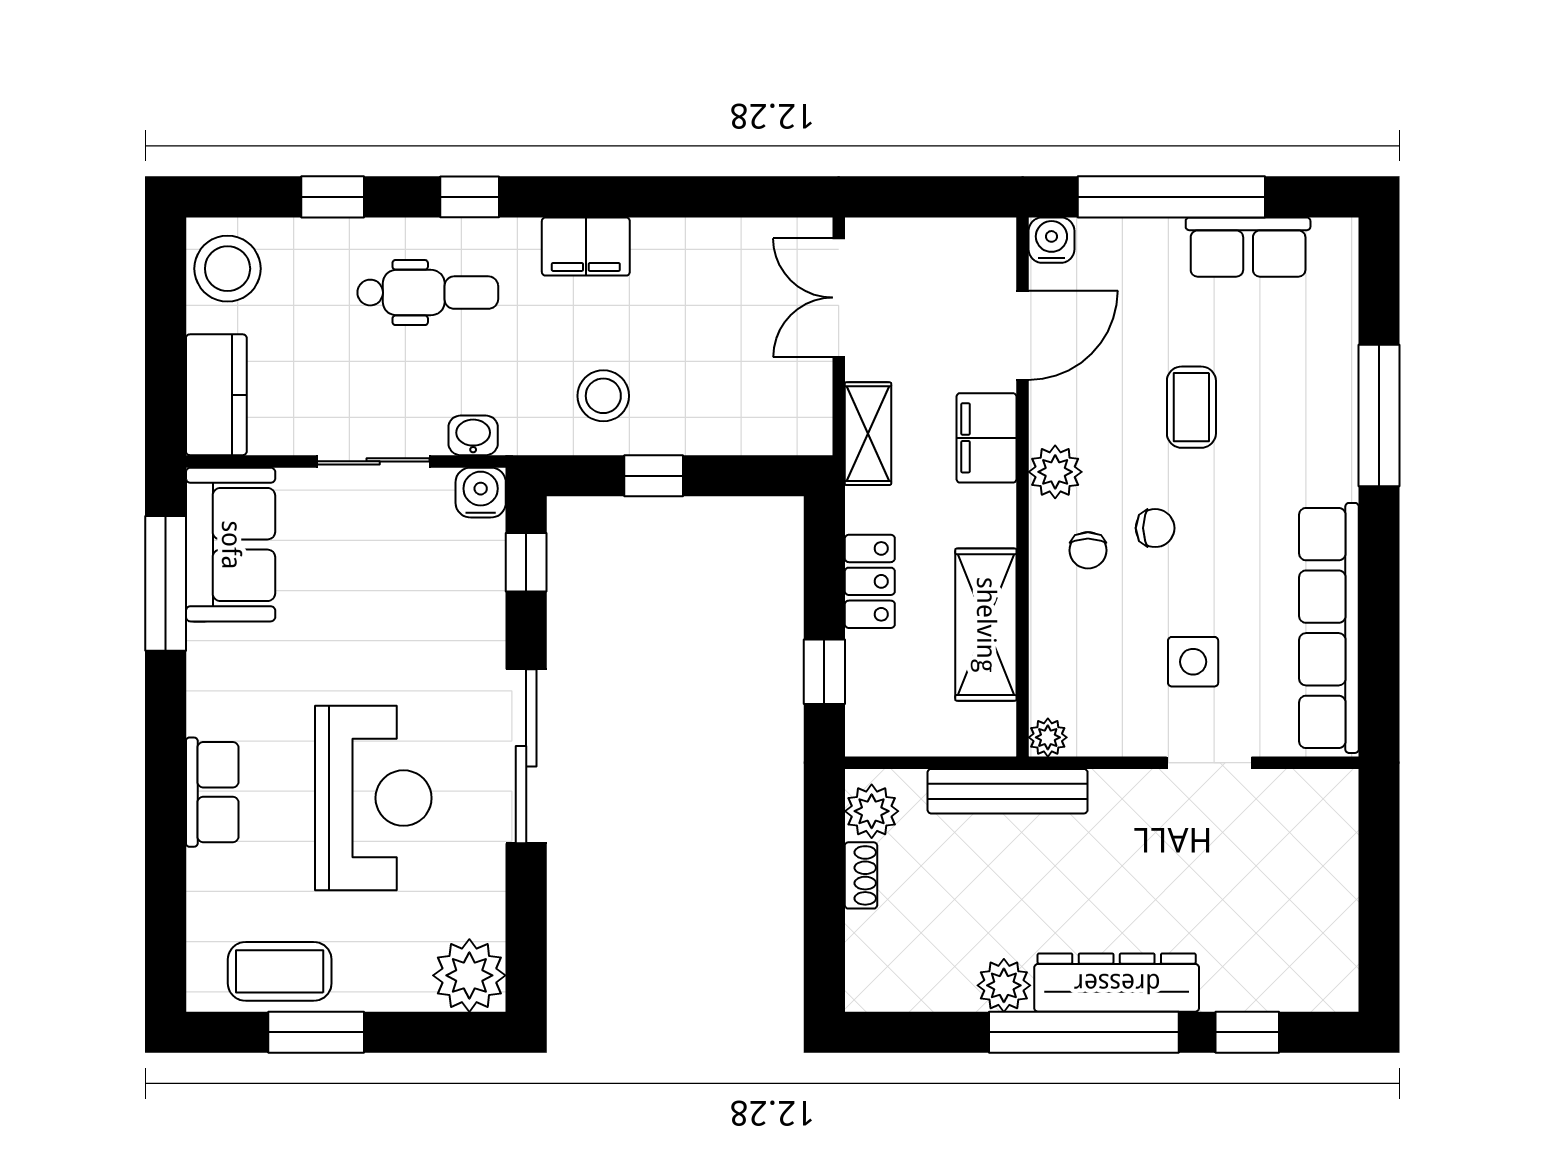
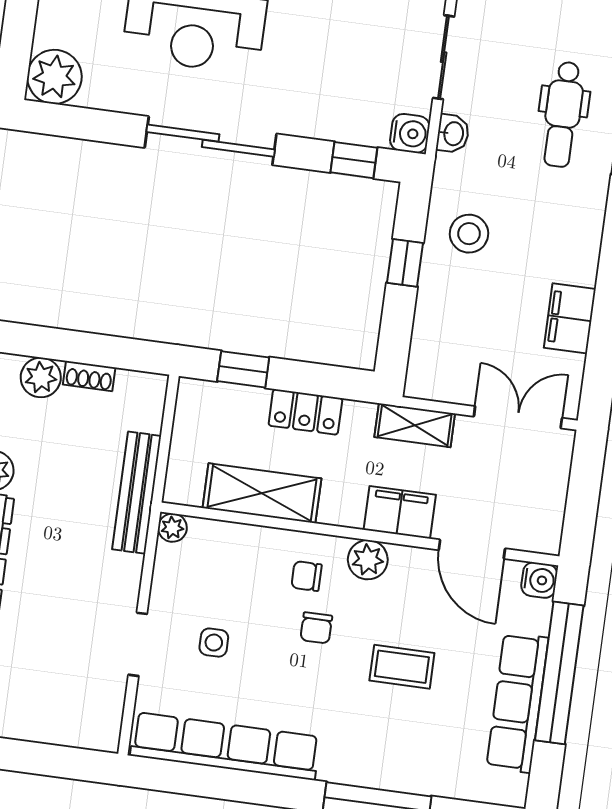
filing cabinet: (586, 247) -> (570, 318), moved
row of seats: (1248, 247) -> (517, 703), width x1.48
side table: (1193, 662) -> (214, 643), width x0.73, depth x0.73
plant: (872, 811) -> (41, 377), moved

